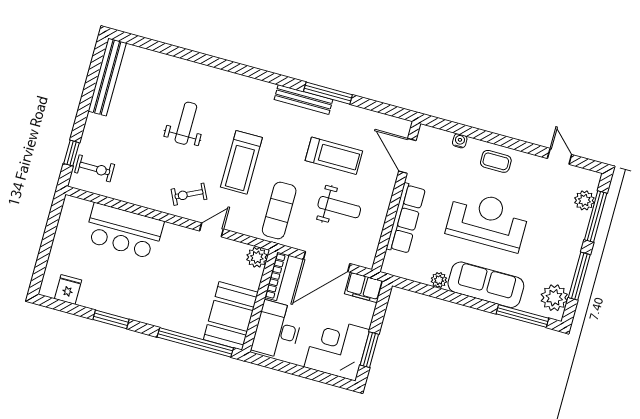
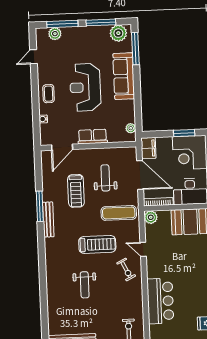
weight bench: (186, 123) -> (85, 285), turned -90
treadmill: (334, 156) -> (76, 191), turned 180
row of seats: (406, 218) -> (93, 137), width x0.68
plant: (439, 280) -> (131, 128), moved

